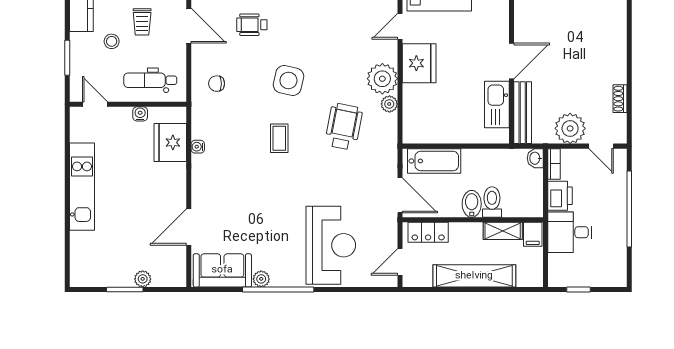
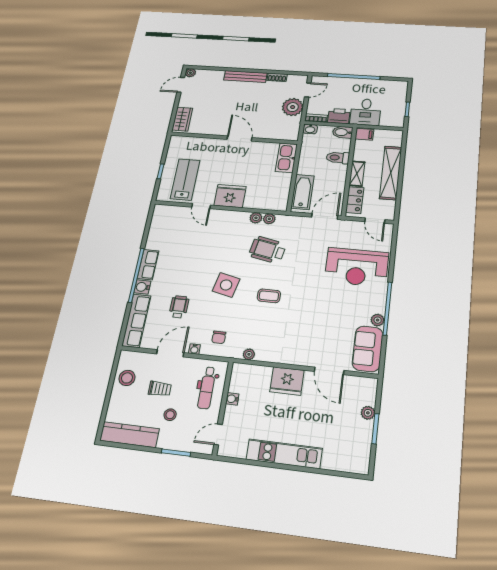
wheelchair: (252, 25) -> (179, 307), turned 180
plant: (382, 79) -> (269, 219), moved, width x0.53, depth x0.53
kitchen sink: (497, 105) -> (286, 158), moved, turned 90
bench: (523, 113) -> (245, 76), moved
plant: (199, 125) -> (249, 354), added
fridge: (170, 142) -> (287, 381), moved
water cooler: (198, 147) -> (194, 349), moved
bidet: (472, 204) -> (343, 132), moved
shelving: (503, 231) -> (357, 174), moved
reception desk: (331, 245) -> (357, 267), turned 180

